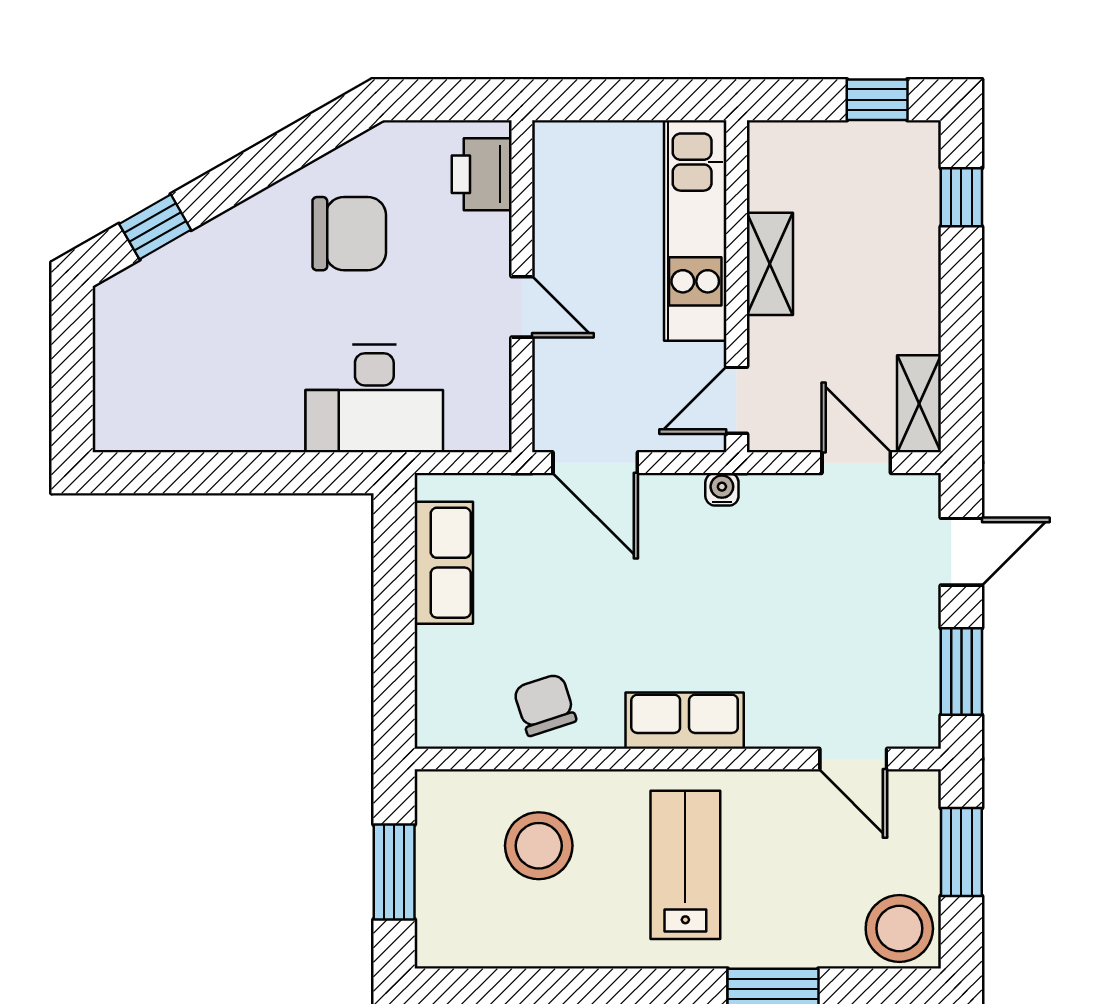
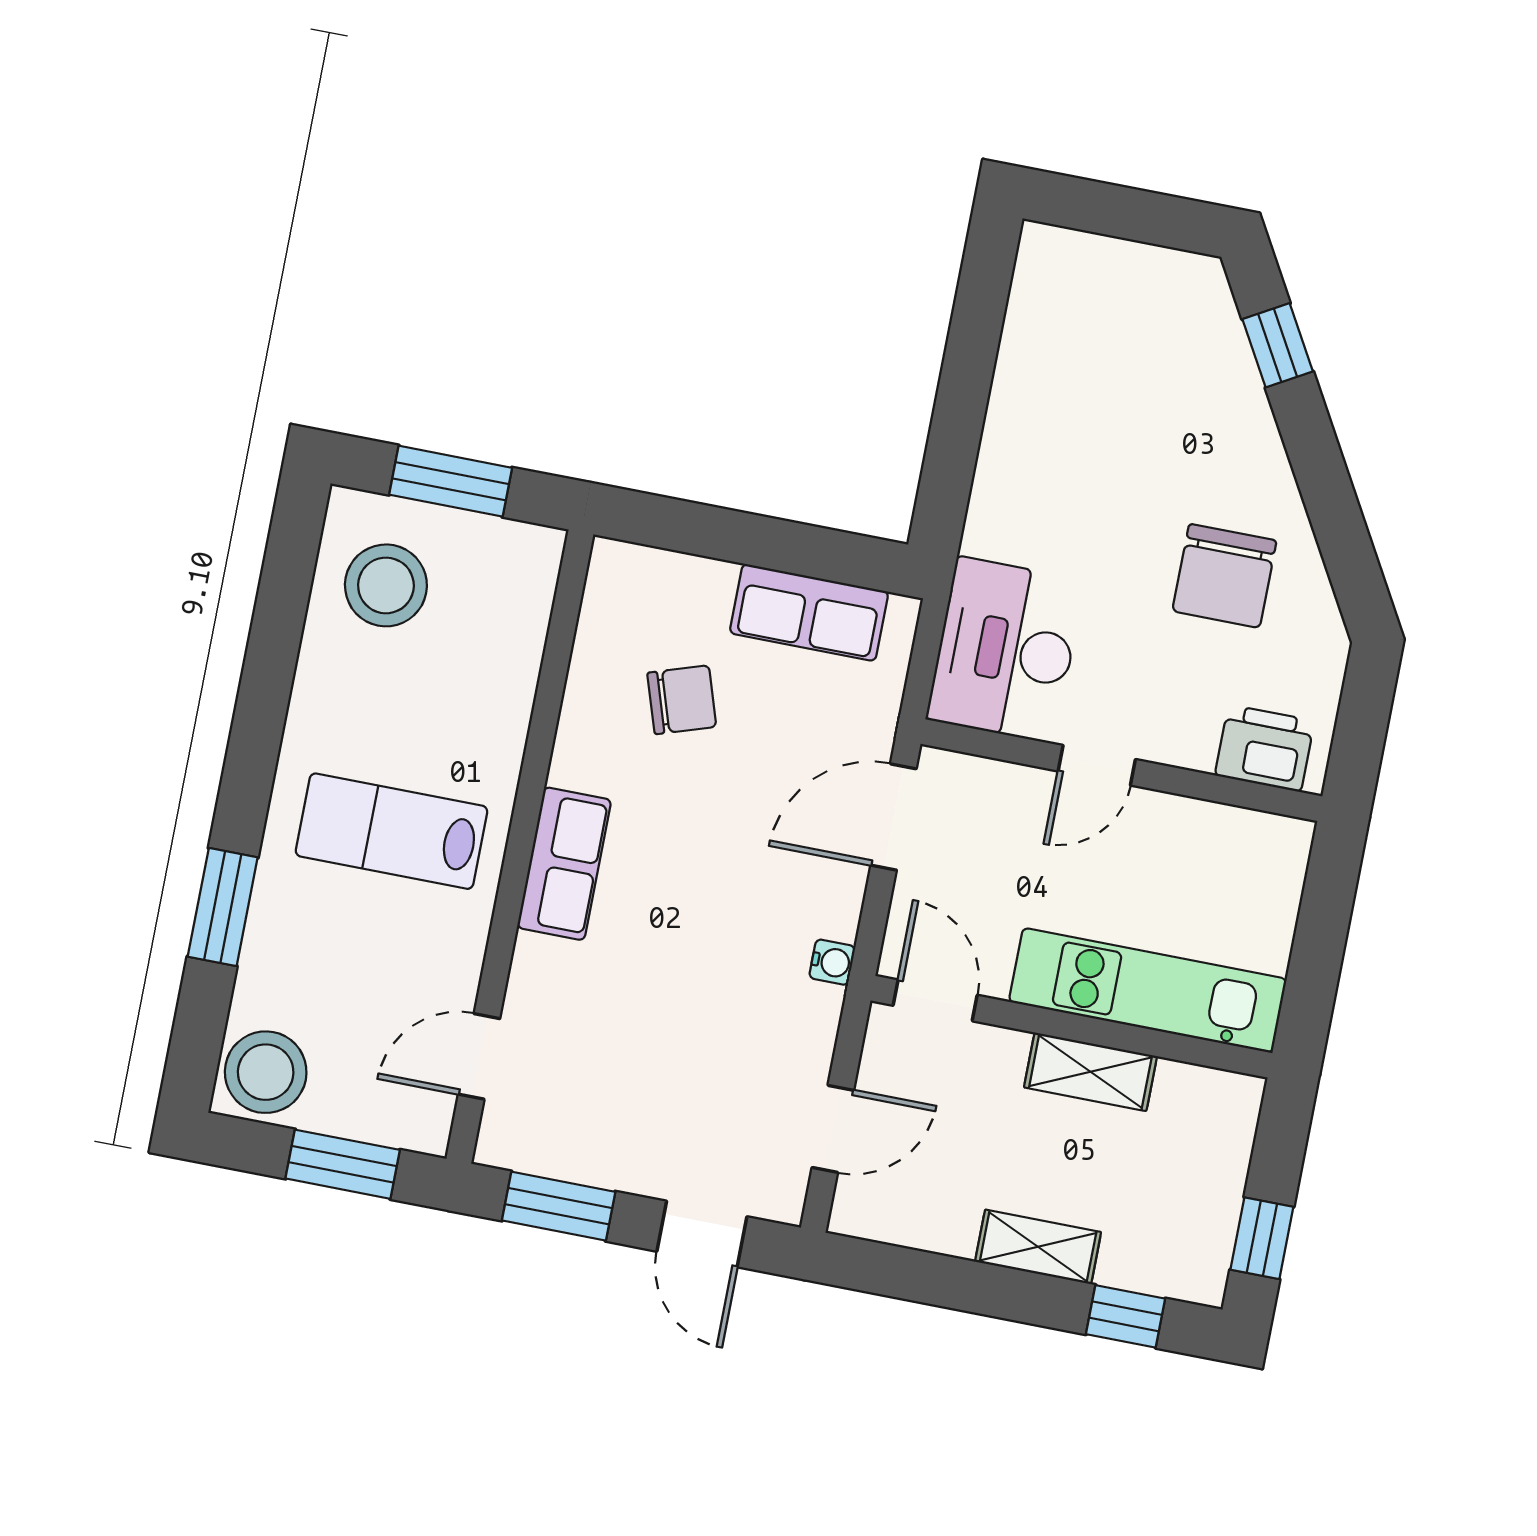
desk: (374, 398) -> (1006, 650), moved
shelving: (919, 404) -> (1038, 1247), moved
chair: (545, 705) -> (682, 700), moved
stool: (539, 846) -> (386, 585), moved
lab bench: (685, 865) -> (391, 831), turned 180

